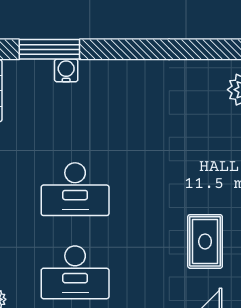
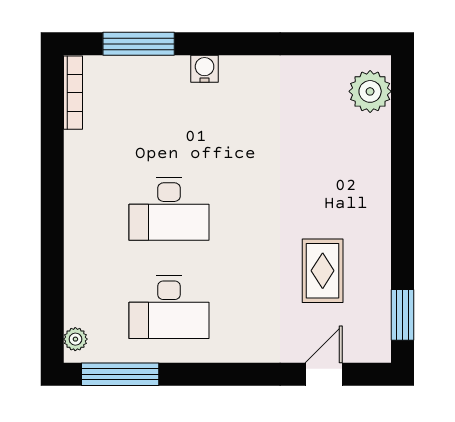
water cooler: (66, 70) -> (205, 69), moved

